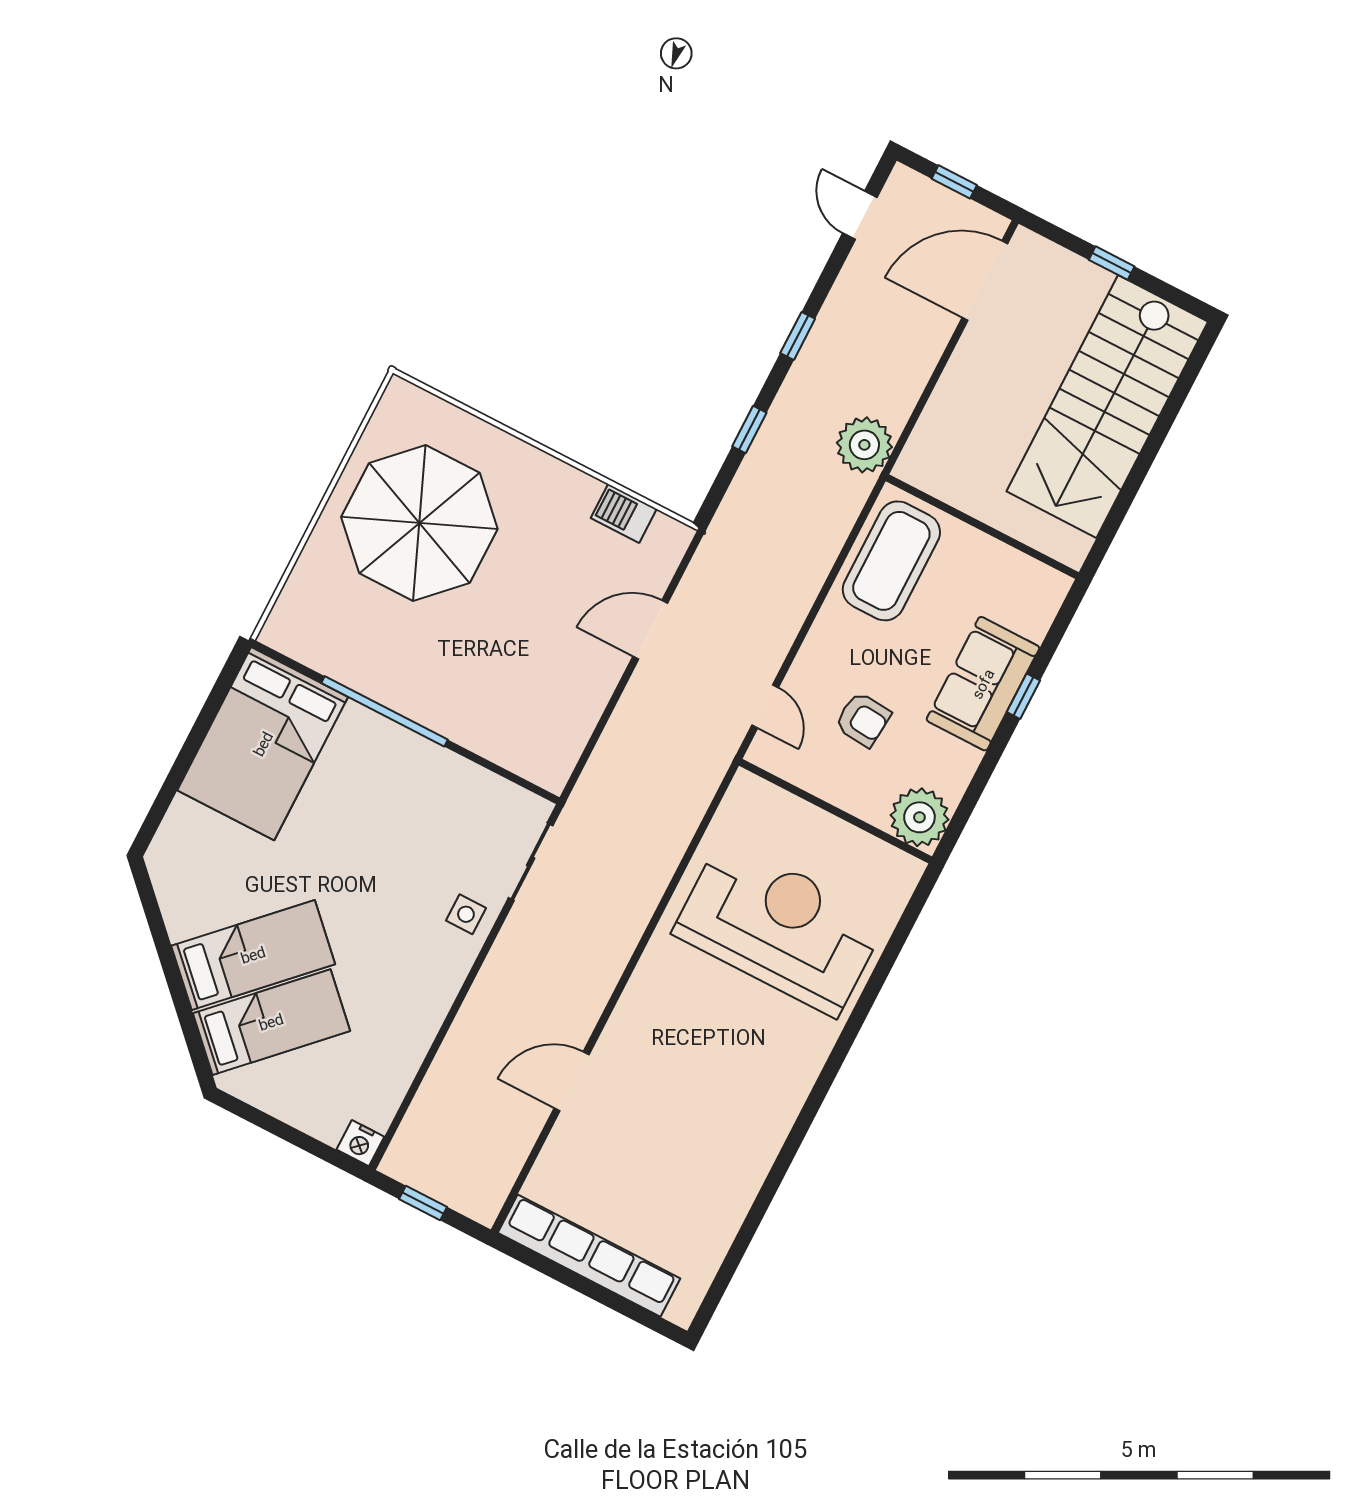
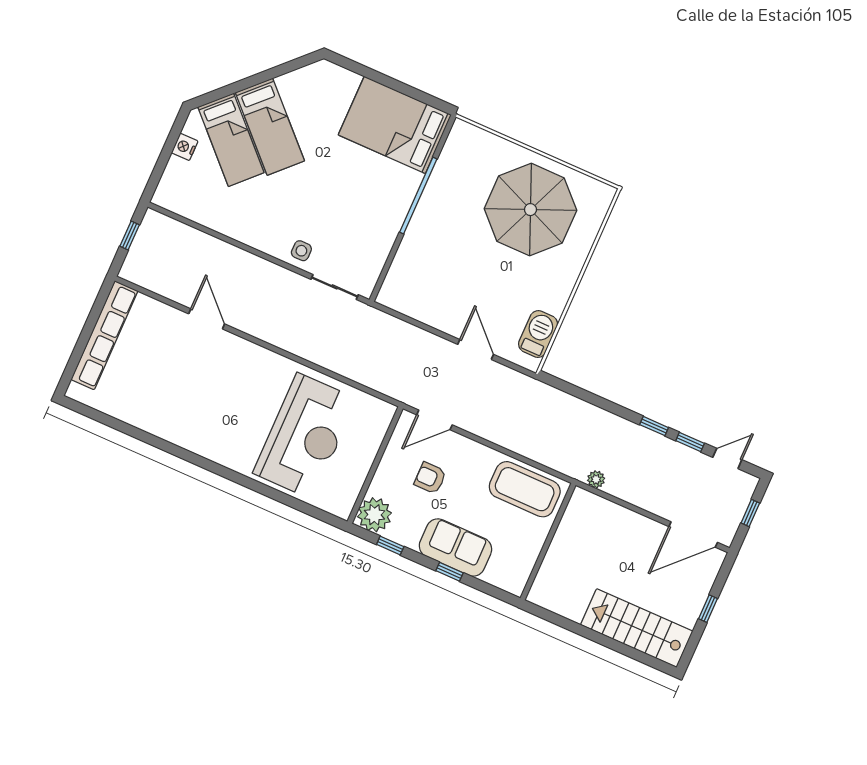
door: (985, 281) -> (693, 535), swing flipped
stairs: (1107, 407) -> (637, 628), width x0.73, depth x0.66
window: (749, 429) -> (690, 442), moved
plant: (864, 445) -> (596, 479), width x0.53, depth x0.53
barbecue: (624, 513) -> (538, 334), width x1.38, depth x1.27
door: (765, 706) -> (434, 420), width x1.38
armchair: (863, 719) -> (430, 478), turned 85
window: (973, 794) -> (390, 546), added
nightstand: (360, 1143) -> (185, 147), moved

